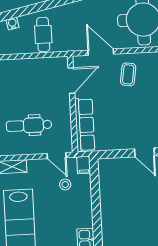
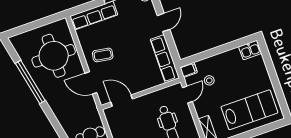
door: (101, 52) -> (91, 83), hinge flipped
row of seats: (85, 125) -> (165, 59), moved, turned -90

